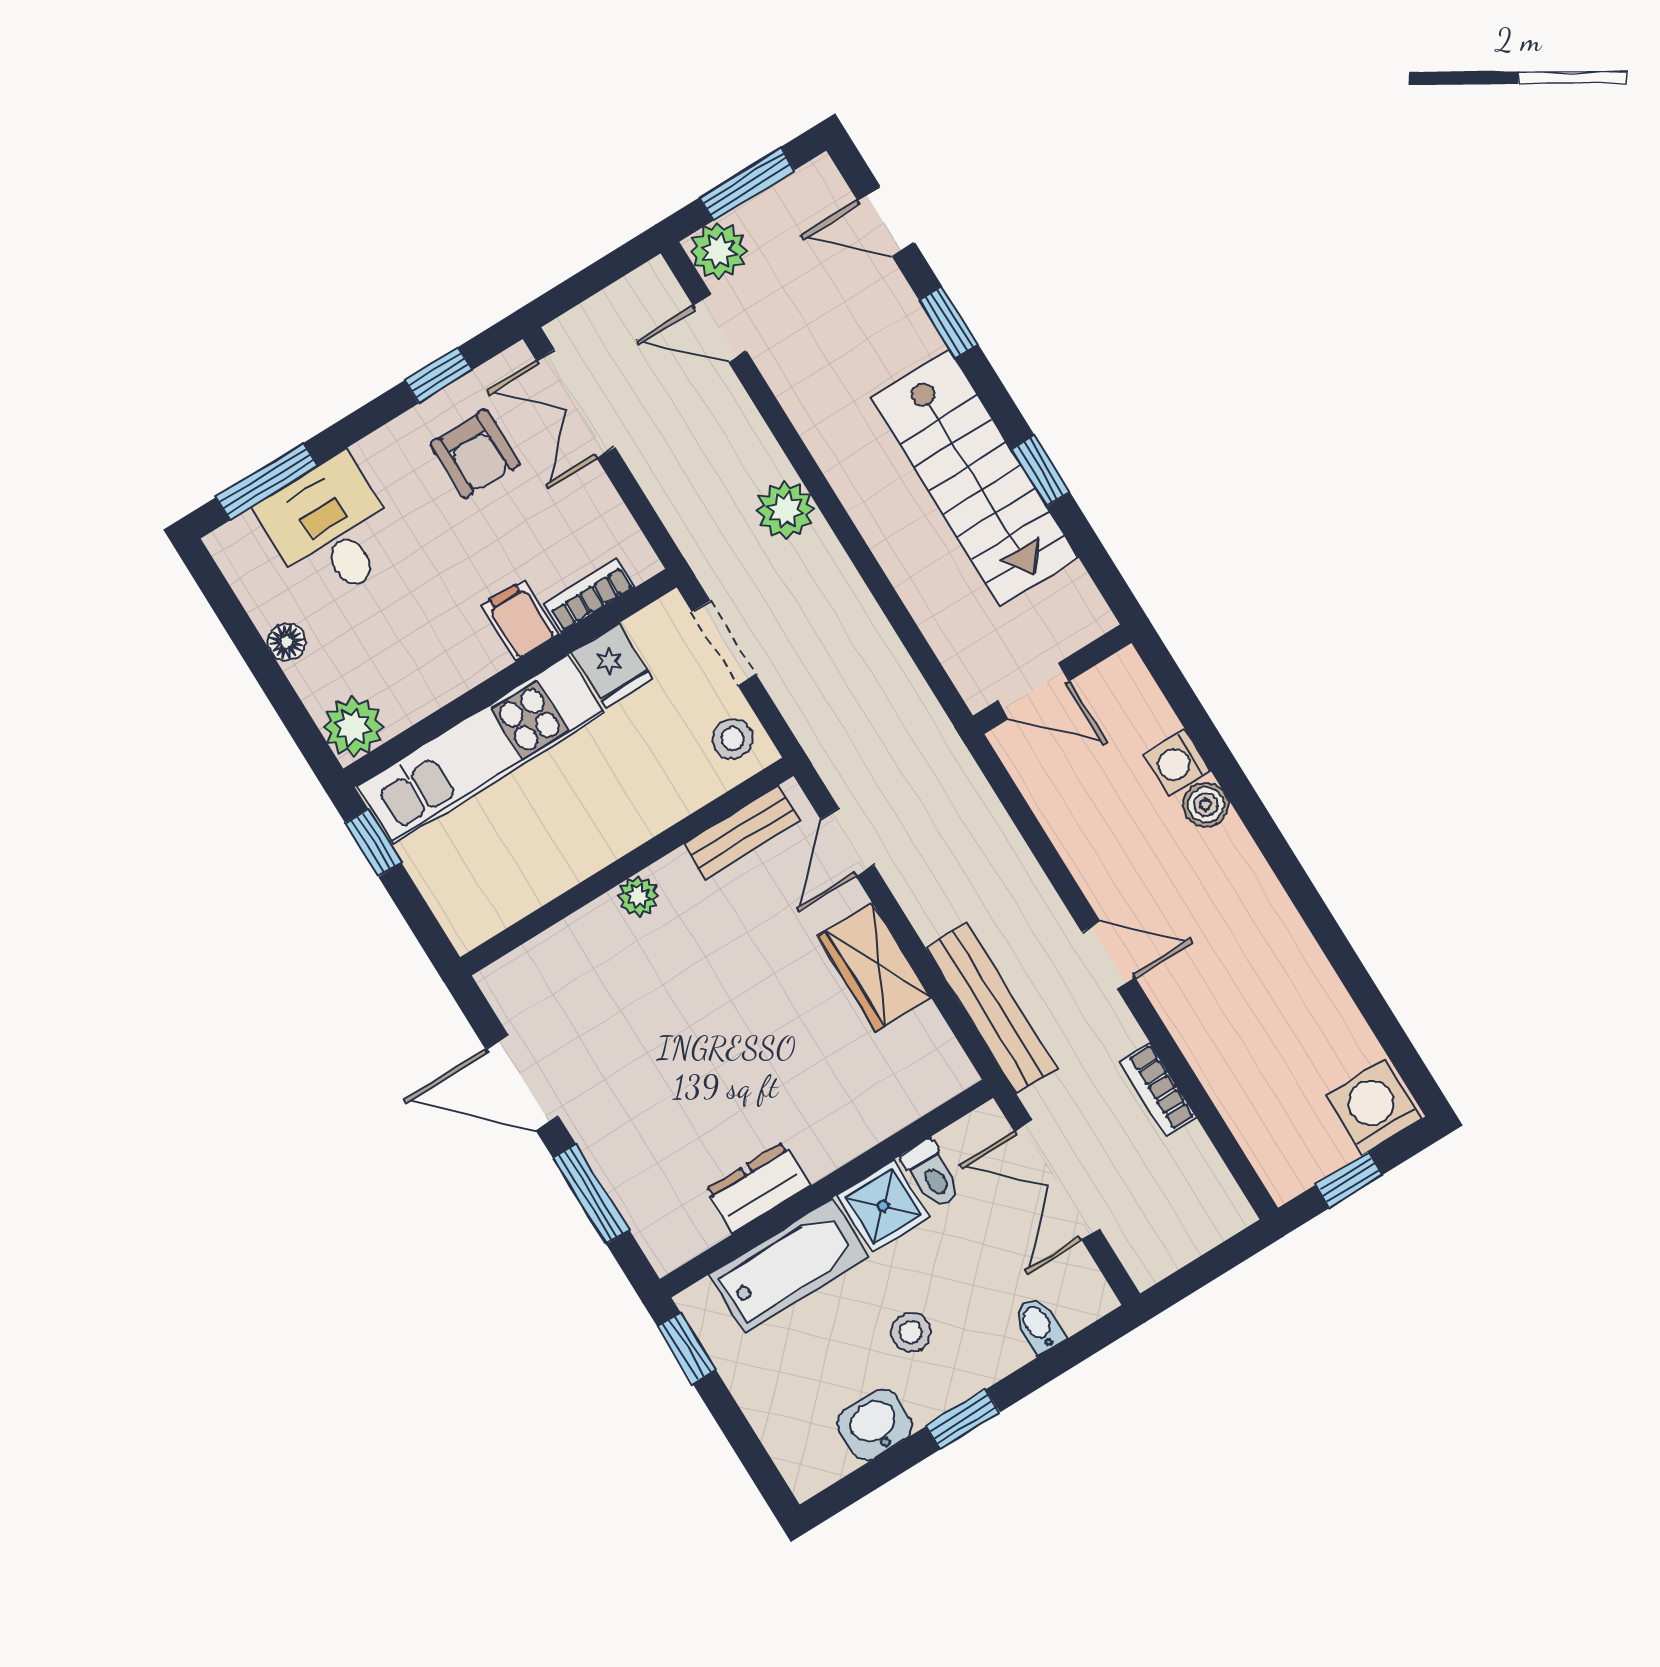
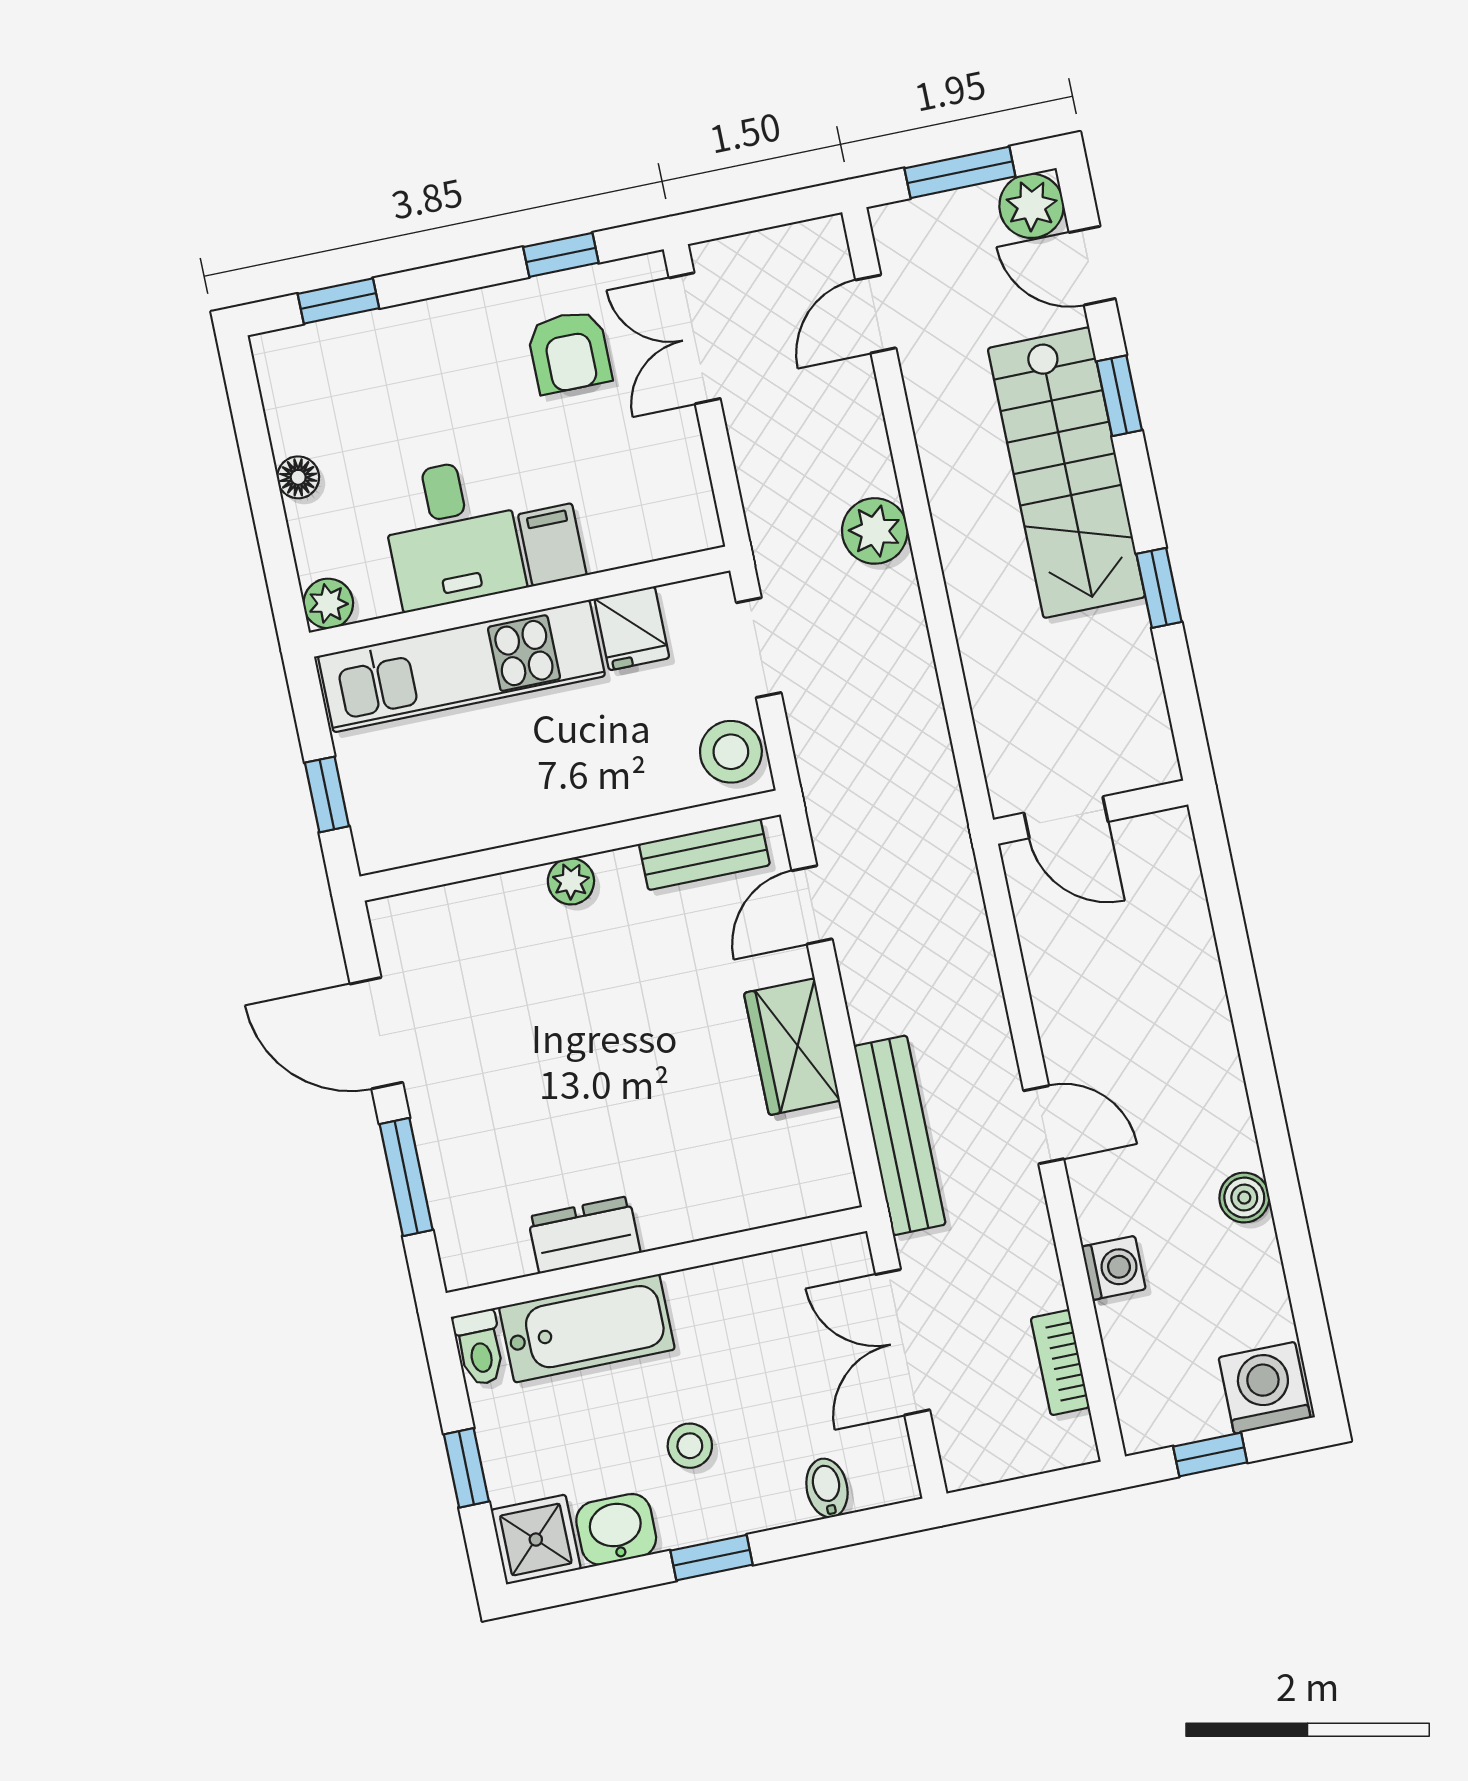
plant: (719, 251) -> (1031, 206), moved
door: (720, 328) -> (876, 314), hinge flipped
stairs: (975, 478) -> (1066, 473), moved
window: (266, 482) -> (338, 301), width x0.67
desk: (331, 530) -> (452, 533), moved, turned 180
bookcase: (589, 596) -> (635, 546), removed
plant: (353, 727) -> (328, 603), width x0.73, depth x0.73
stool: (733, 739) -> (731, 752), width x1.37, depth x1.37
washing machine: (1177, 763) -> (1114, 1268), moved, turned 180
boiler: (1206, 805) -> (1244, 1198), moved
window: (373, 843) -> (327, 794), moved
bookcase: (1158, 1089) -> (1060, 1363), moved
toilet: (931, 1174) -> (480, 1348), moved
shower: (883, 1206) -> (536, 1540), moved
window: (687, 1348) -> (466, 1468), moved

